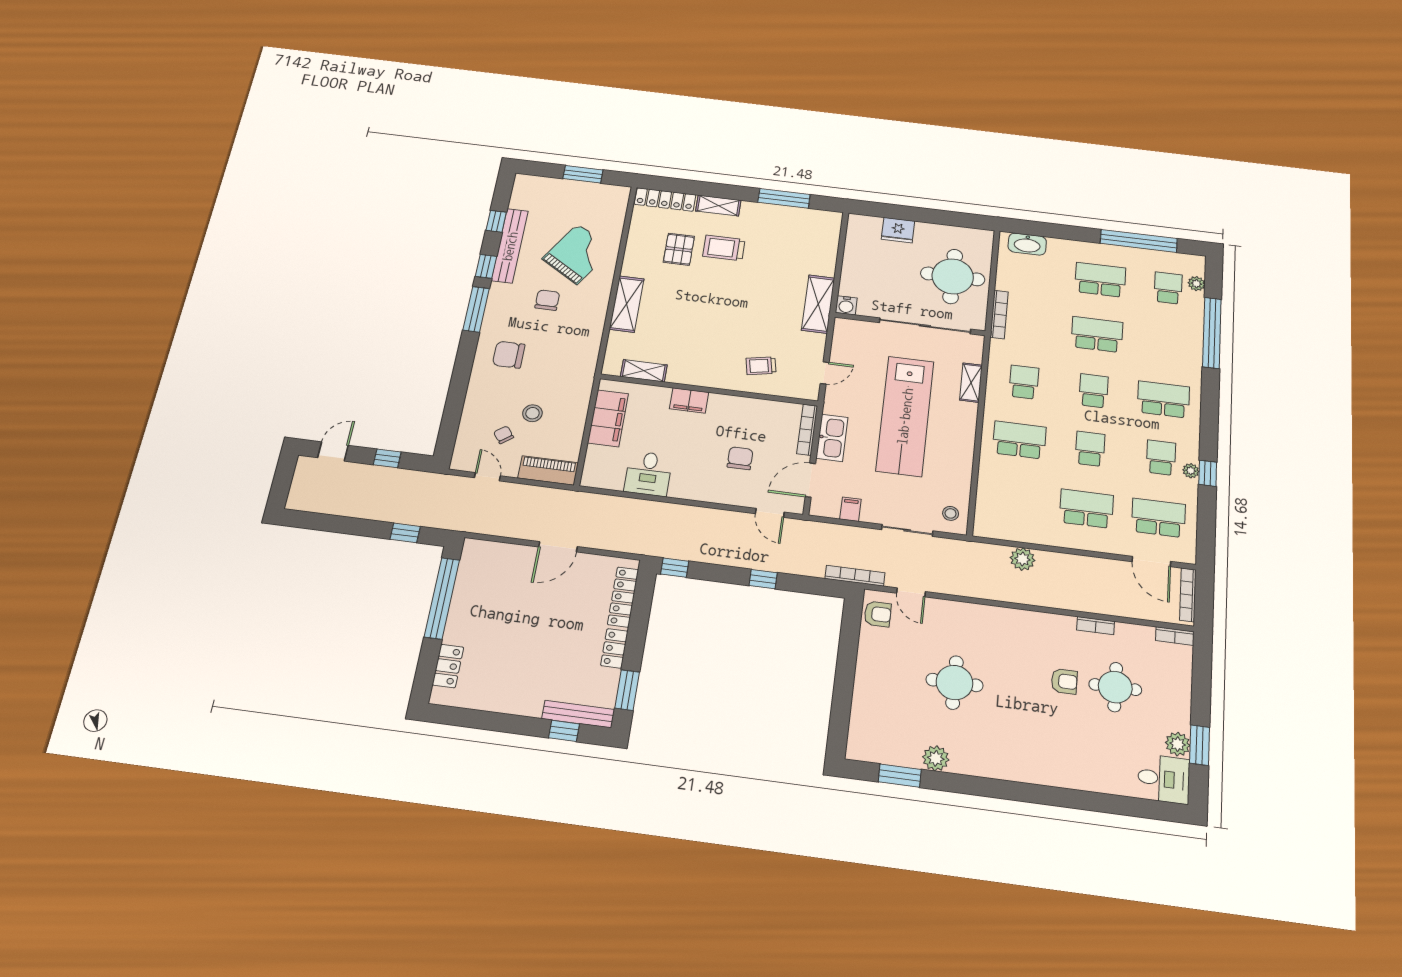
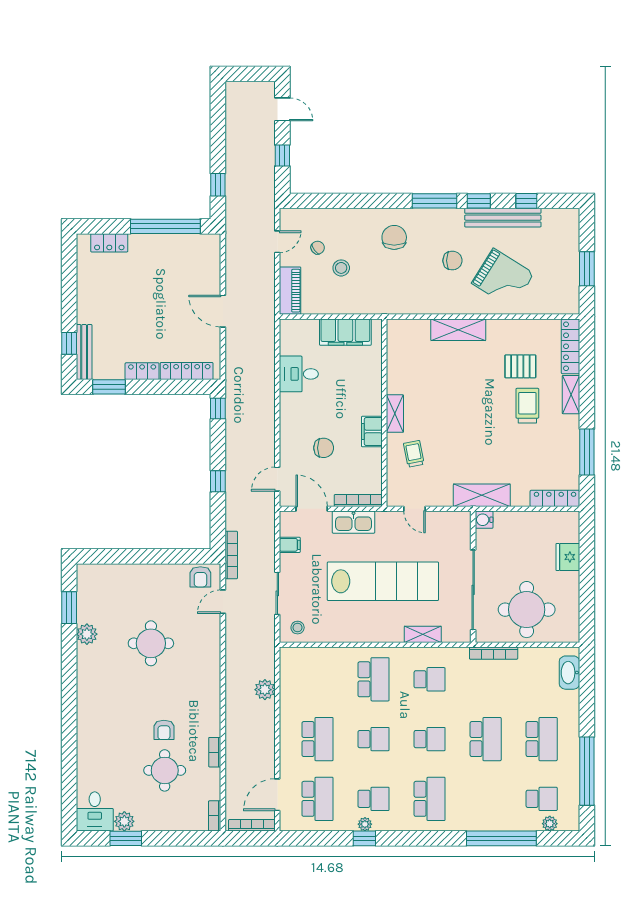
locker: (831, 234) -> (555, 498), added
shelving: (644, 371) -> (395, 414), moved
filing cabinet: (689, 400) -> (372, 432), moved
lab bench: (905, 416) -> (383, 581), turned 180

